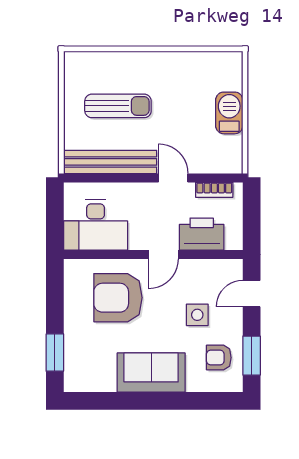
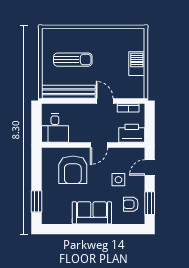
desk: (96, 225) -> (55, 128), width x0.73
printer: (202, 234) -> (132, 133), moved
armchair: (118, 298) -> (73, 170), turned -90

